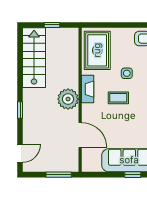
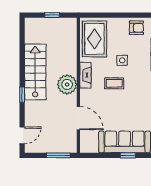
stairs: (34, 58) -> (35, 72), moved

